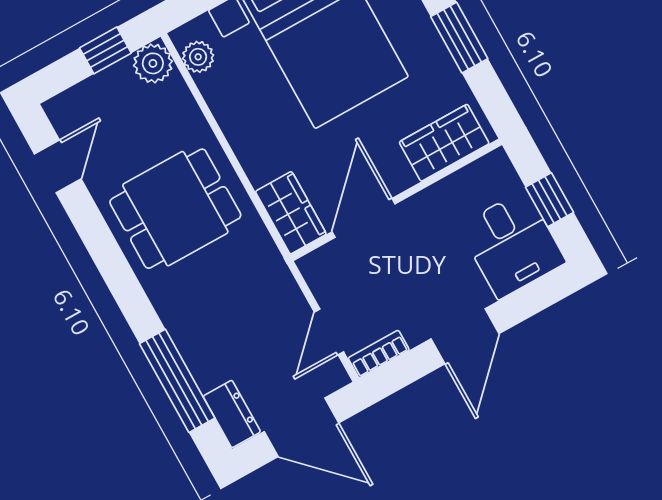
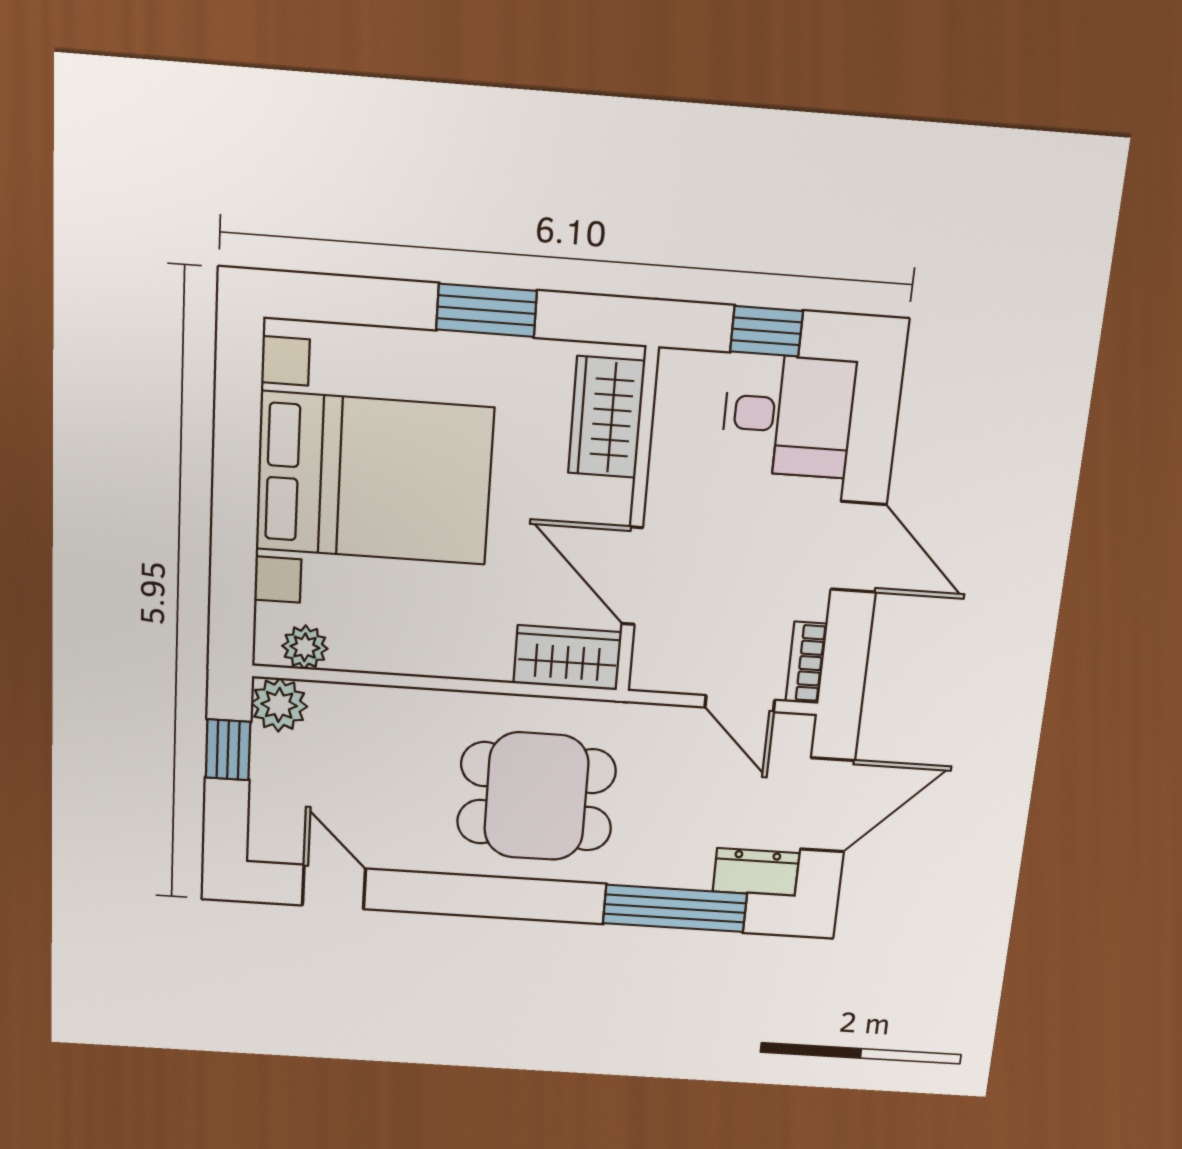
dining table: (175, 209) -> (536, 796), moved, turned 90

